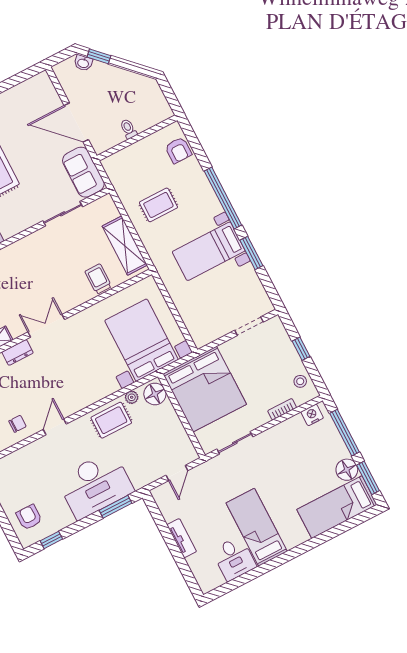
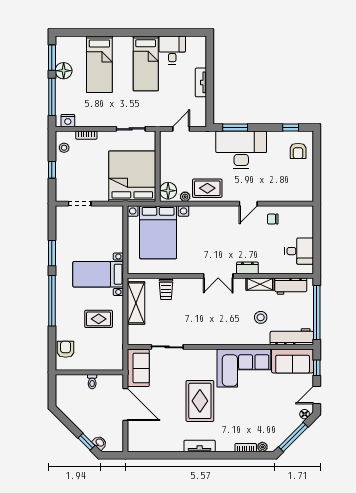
bed with nightstands: (209, 251) -> (98, 274), moved, turned 180
bed: (337, 507) -> (99, 64), moved, turned 90

